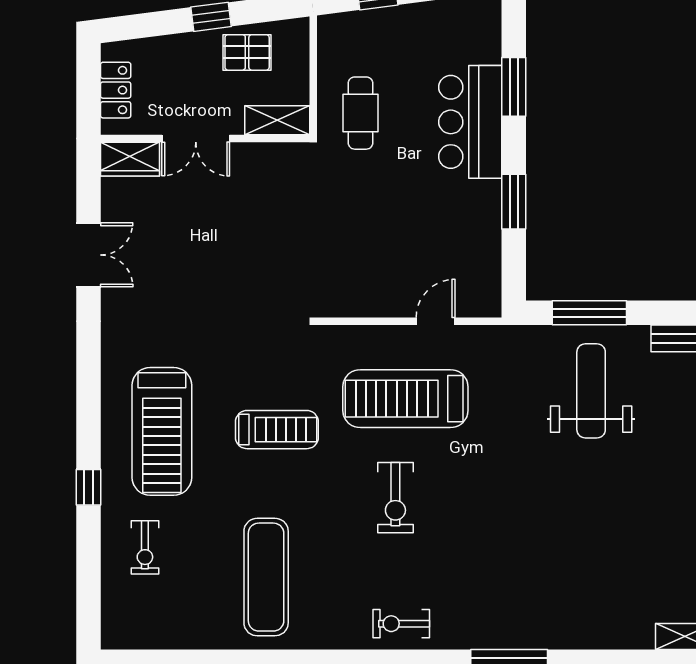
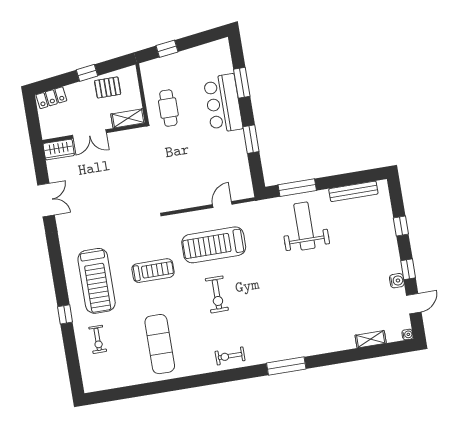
locker: (116, 90) -> (51, 98), moved, turned 83

